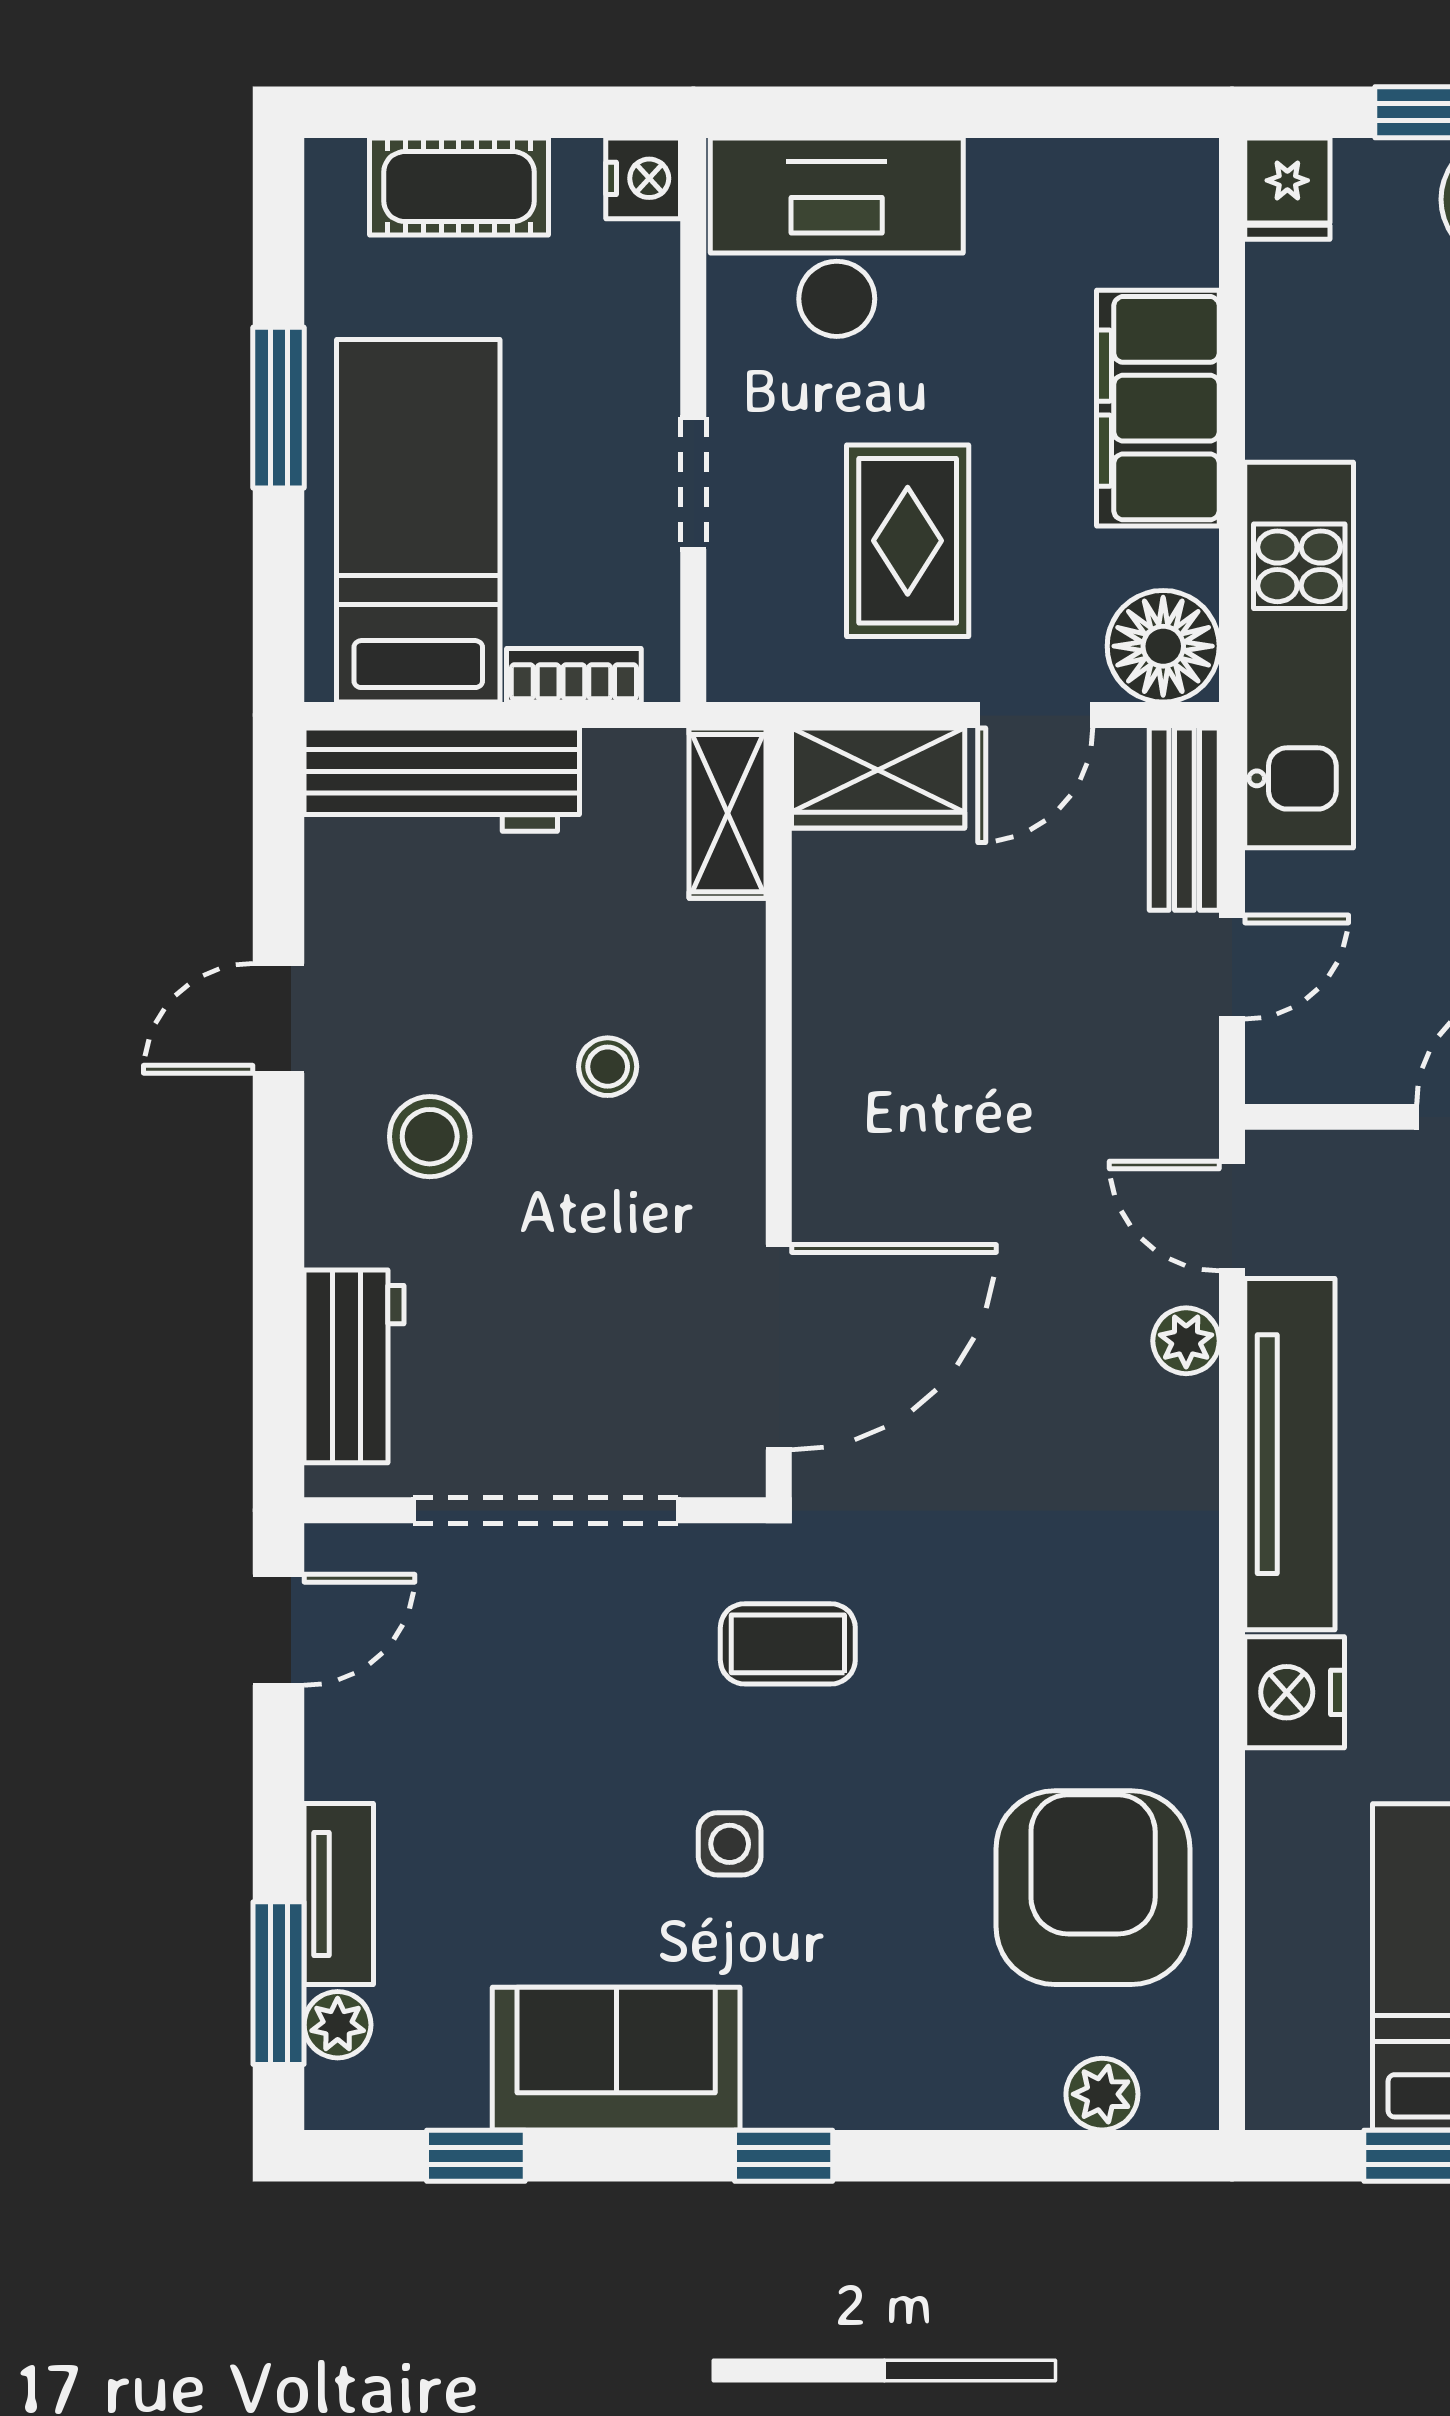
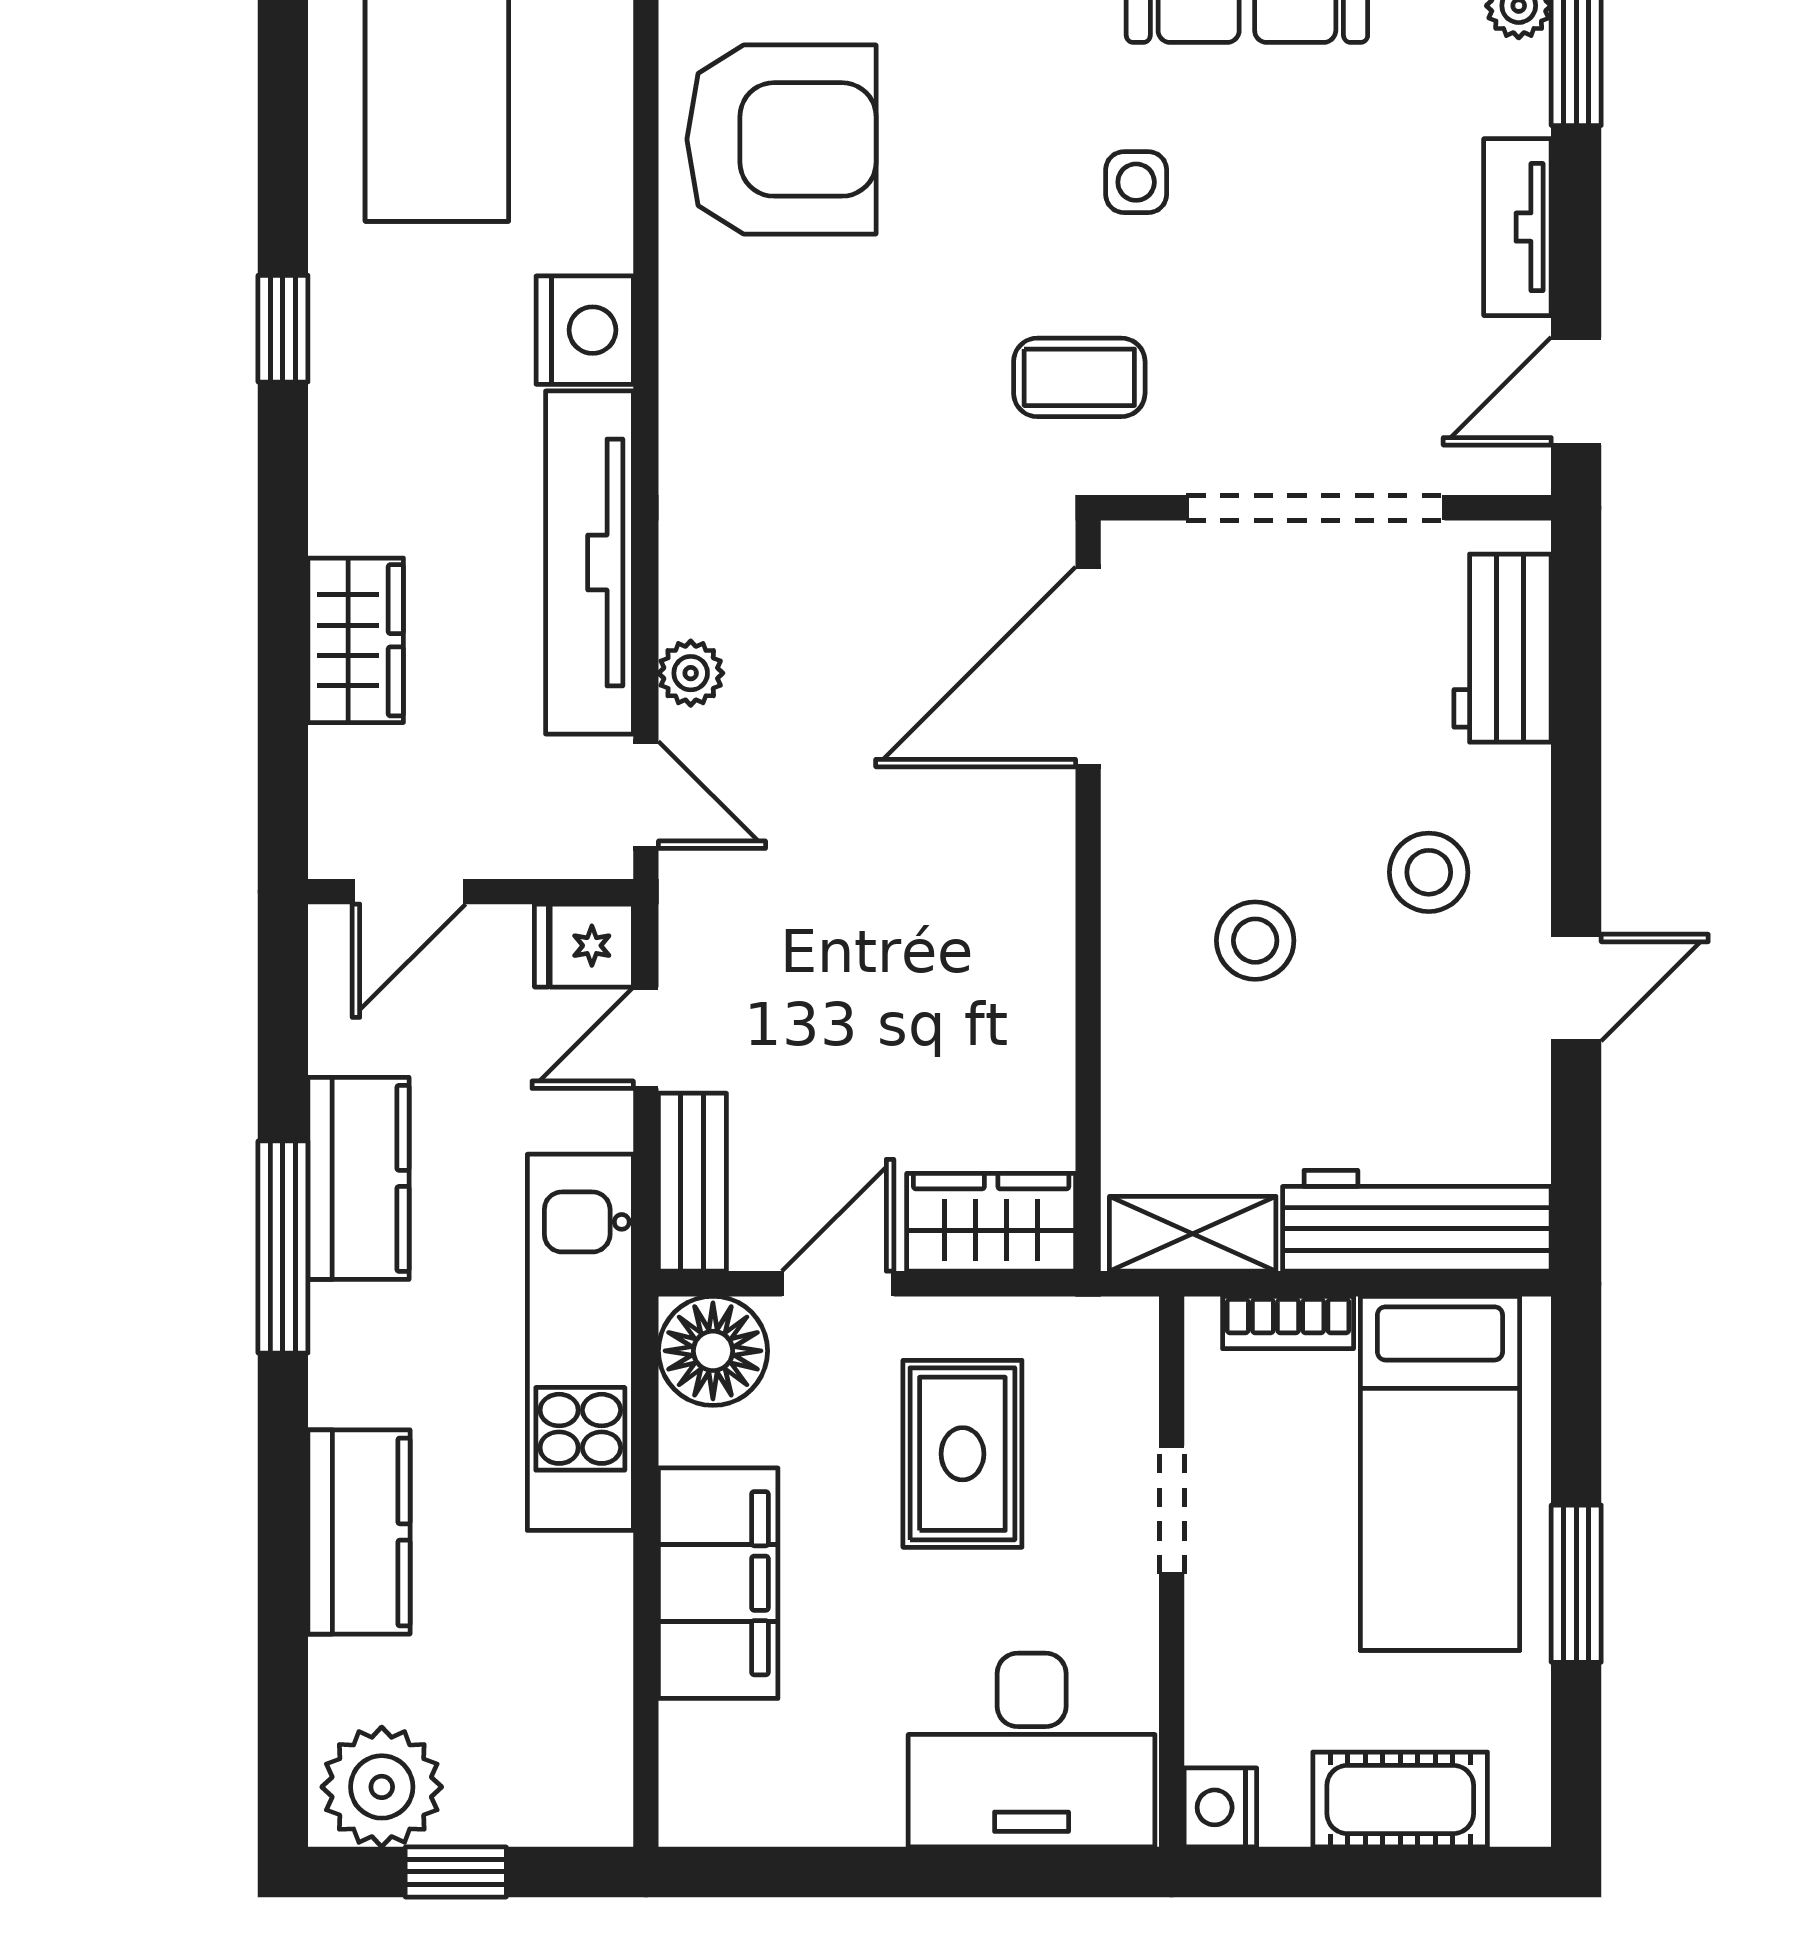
fridge: (1287, 189) -> (584, 946), moved, turned -90
shelving: (728, 813) -> (1193, 1234), moved, turned 90
stool: (608, 1067) -> (1255, 941), width x1.37, depth x1.37
armchair: (1093, 1888) -> (781, 139), turned -90
tv unit: (339, 1894) -> (1517, 227), moved

